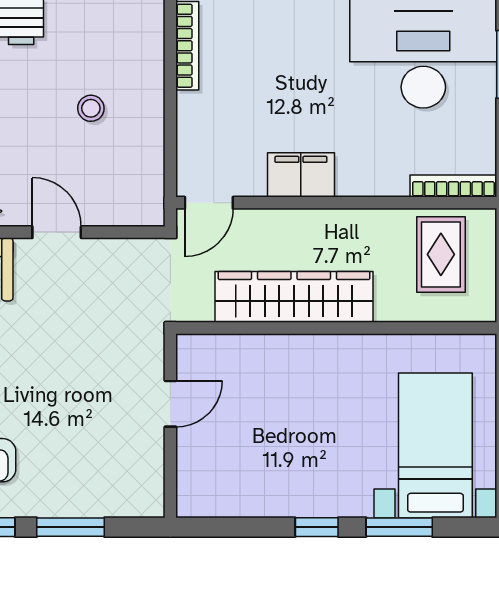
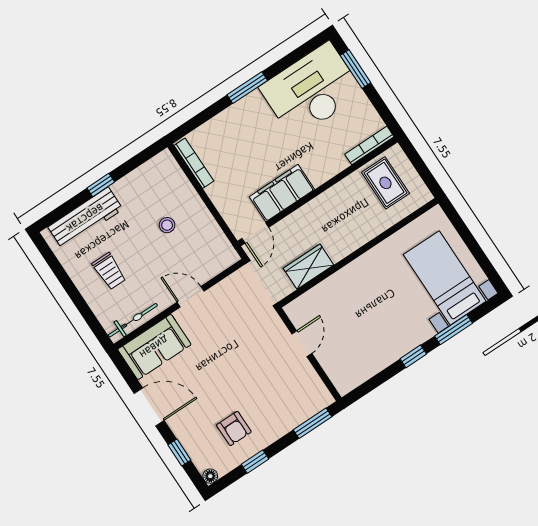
filing cabinet: (301, 175) -> (282, 193), width x1.50, depth x1.17
wardrobe: (294, 297) -> (309, 267), width x0.48, depth x0.85
window: (71, 527) -> (313, 423), moved

